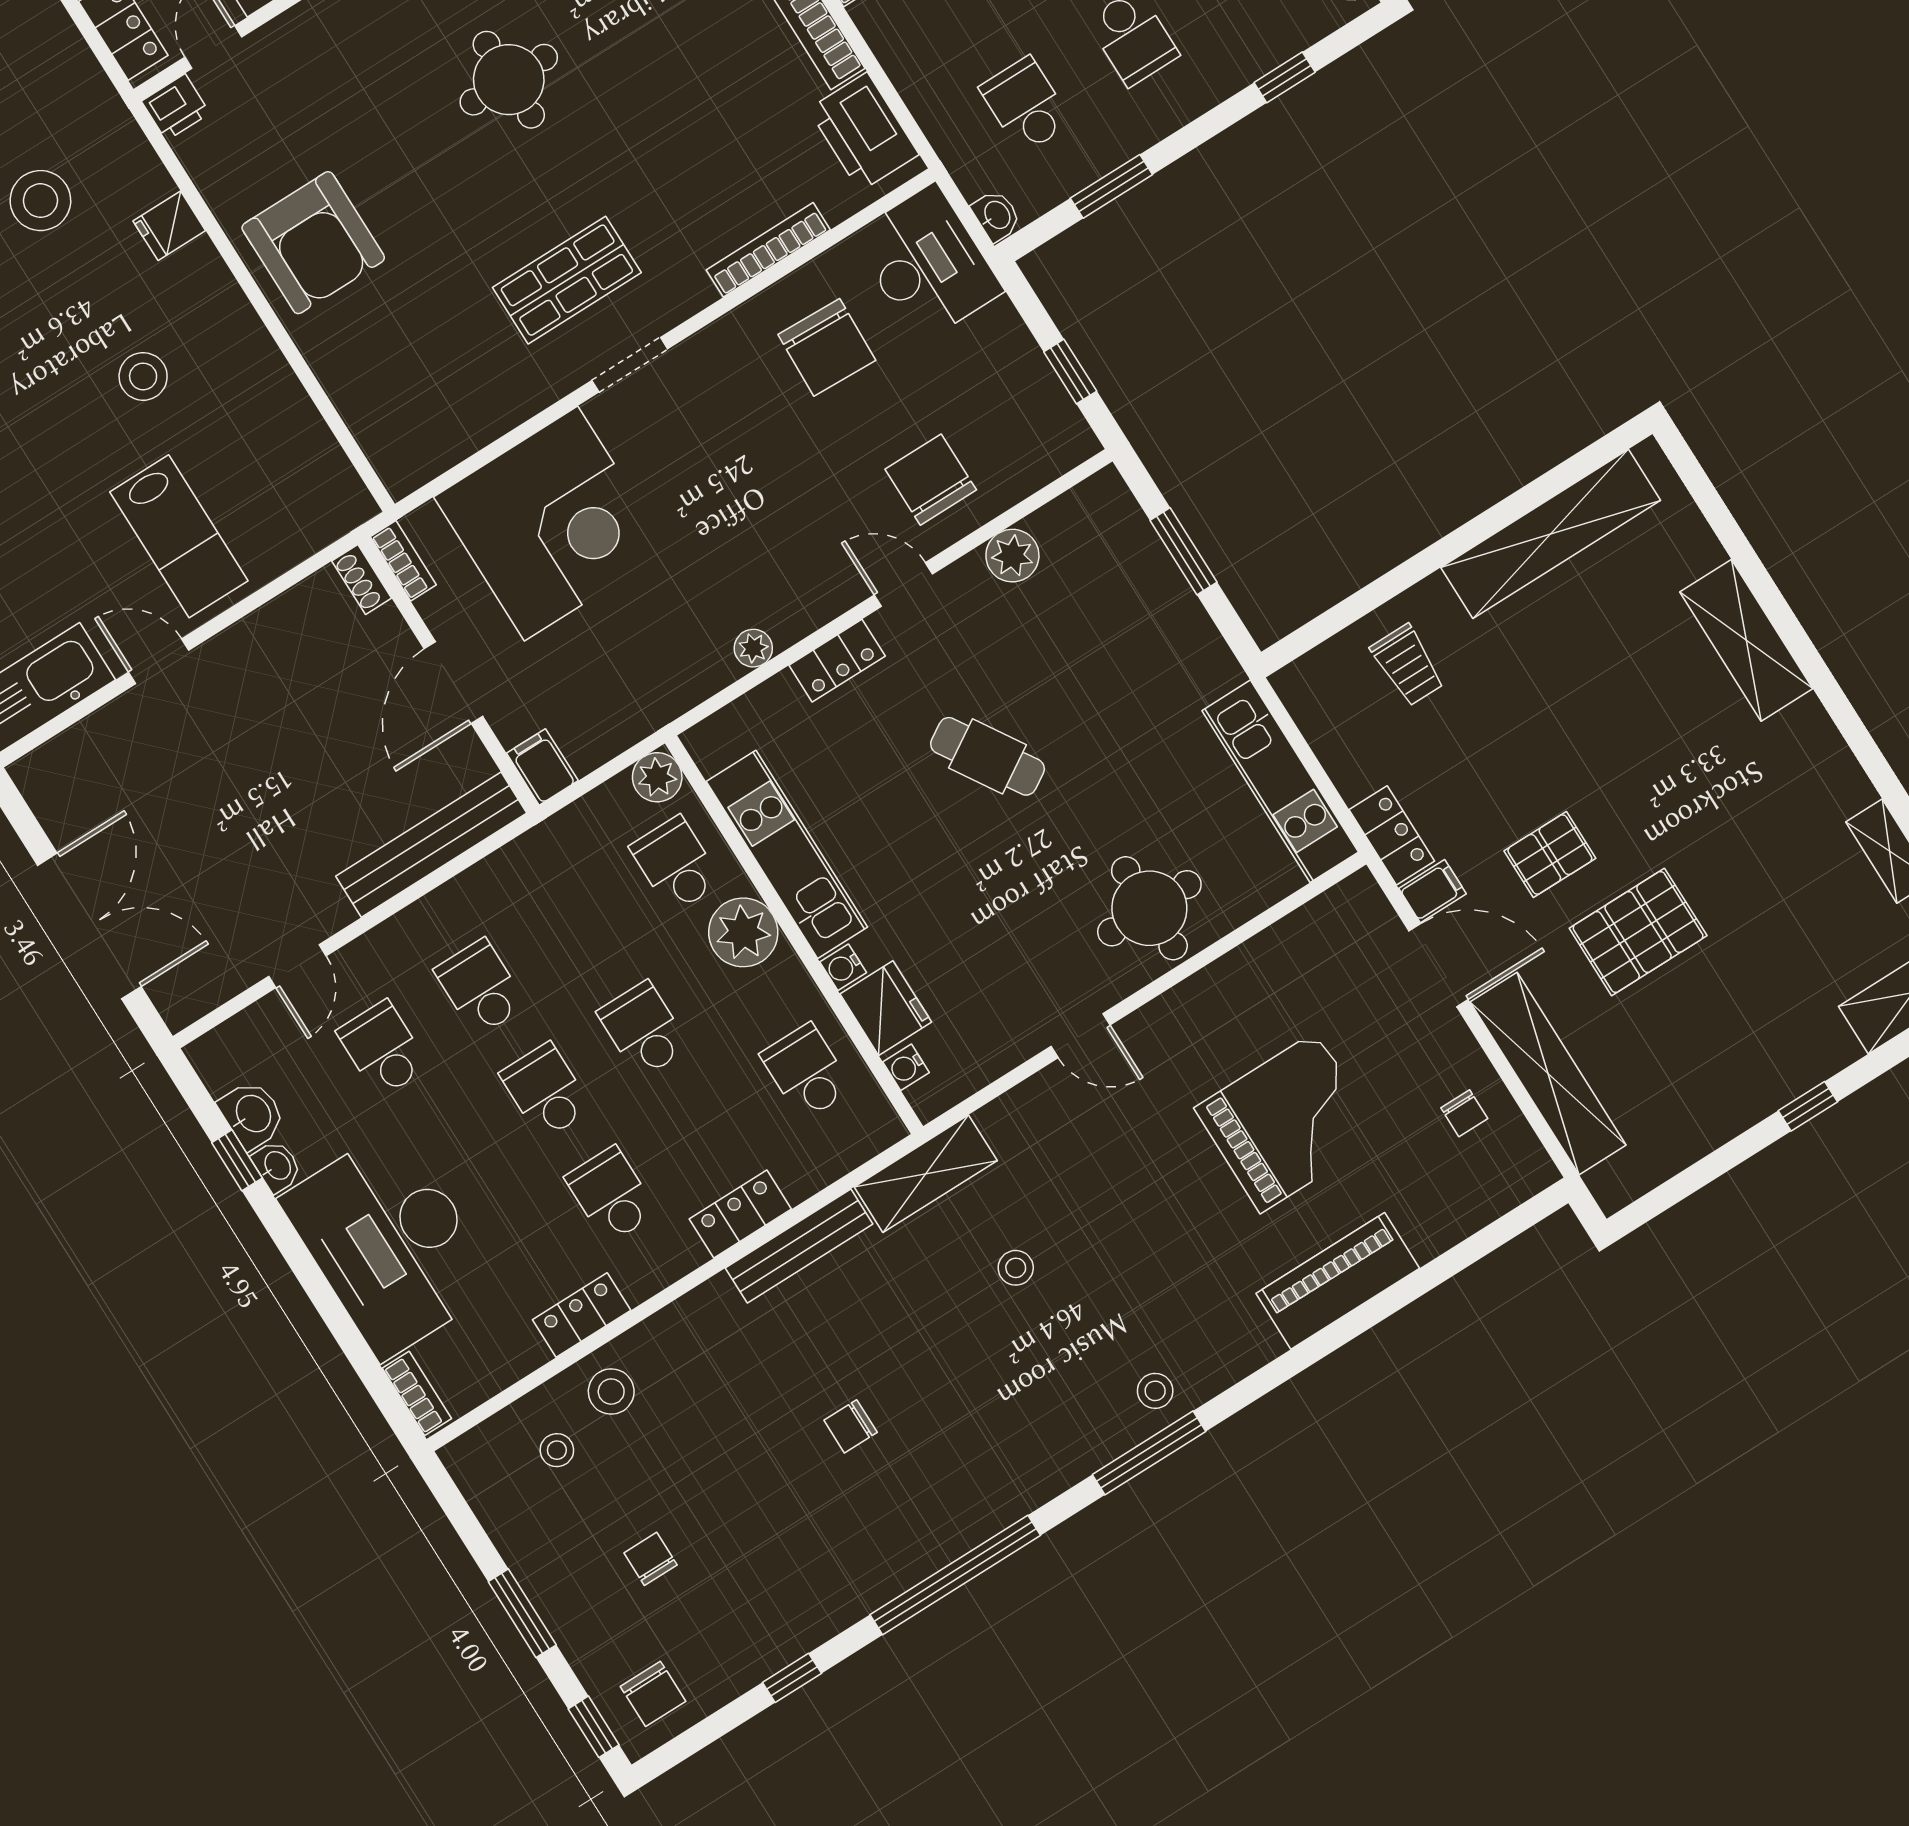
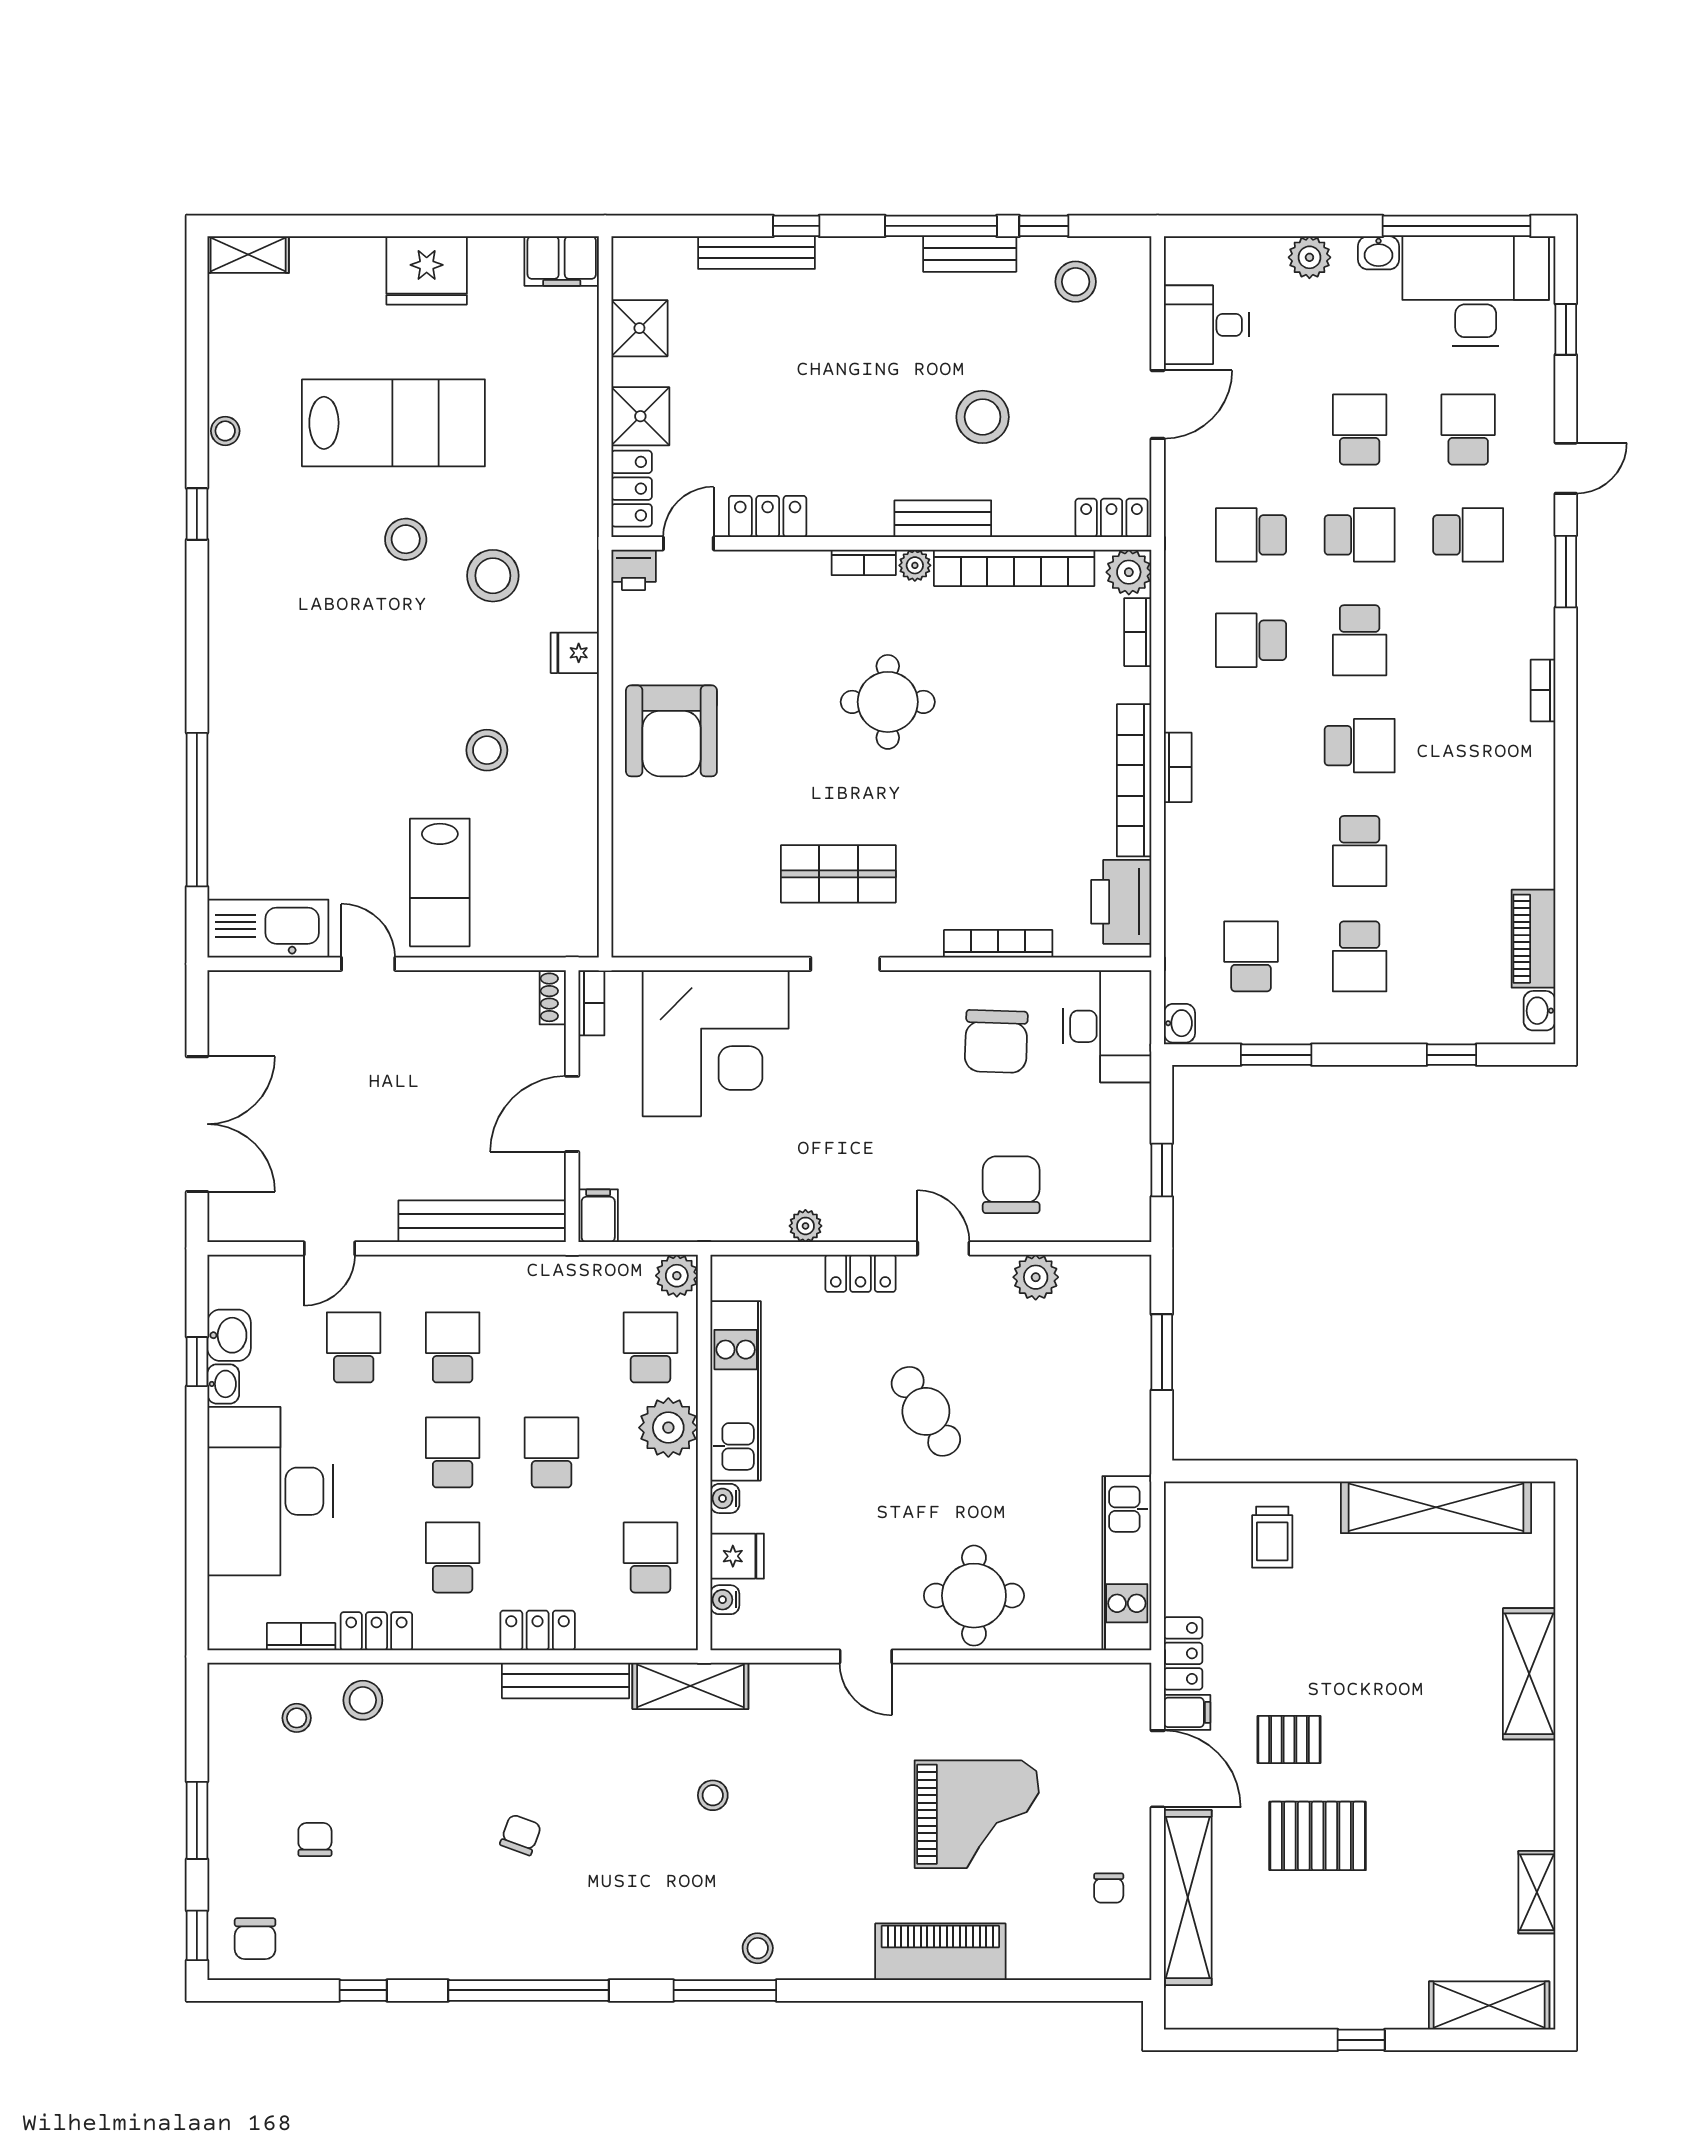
fridge: (886, 1008) -> (737, 1556), width x0.72
bookcase: (417, 1393) -> (301, 1637), moved, turned -90
chair: (851, 1426) -> (521, 1835), turned 110

